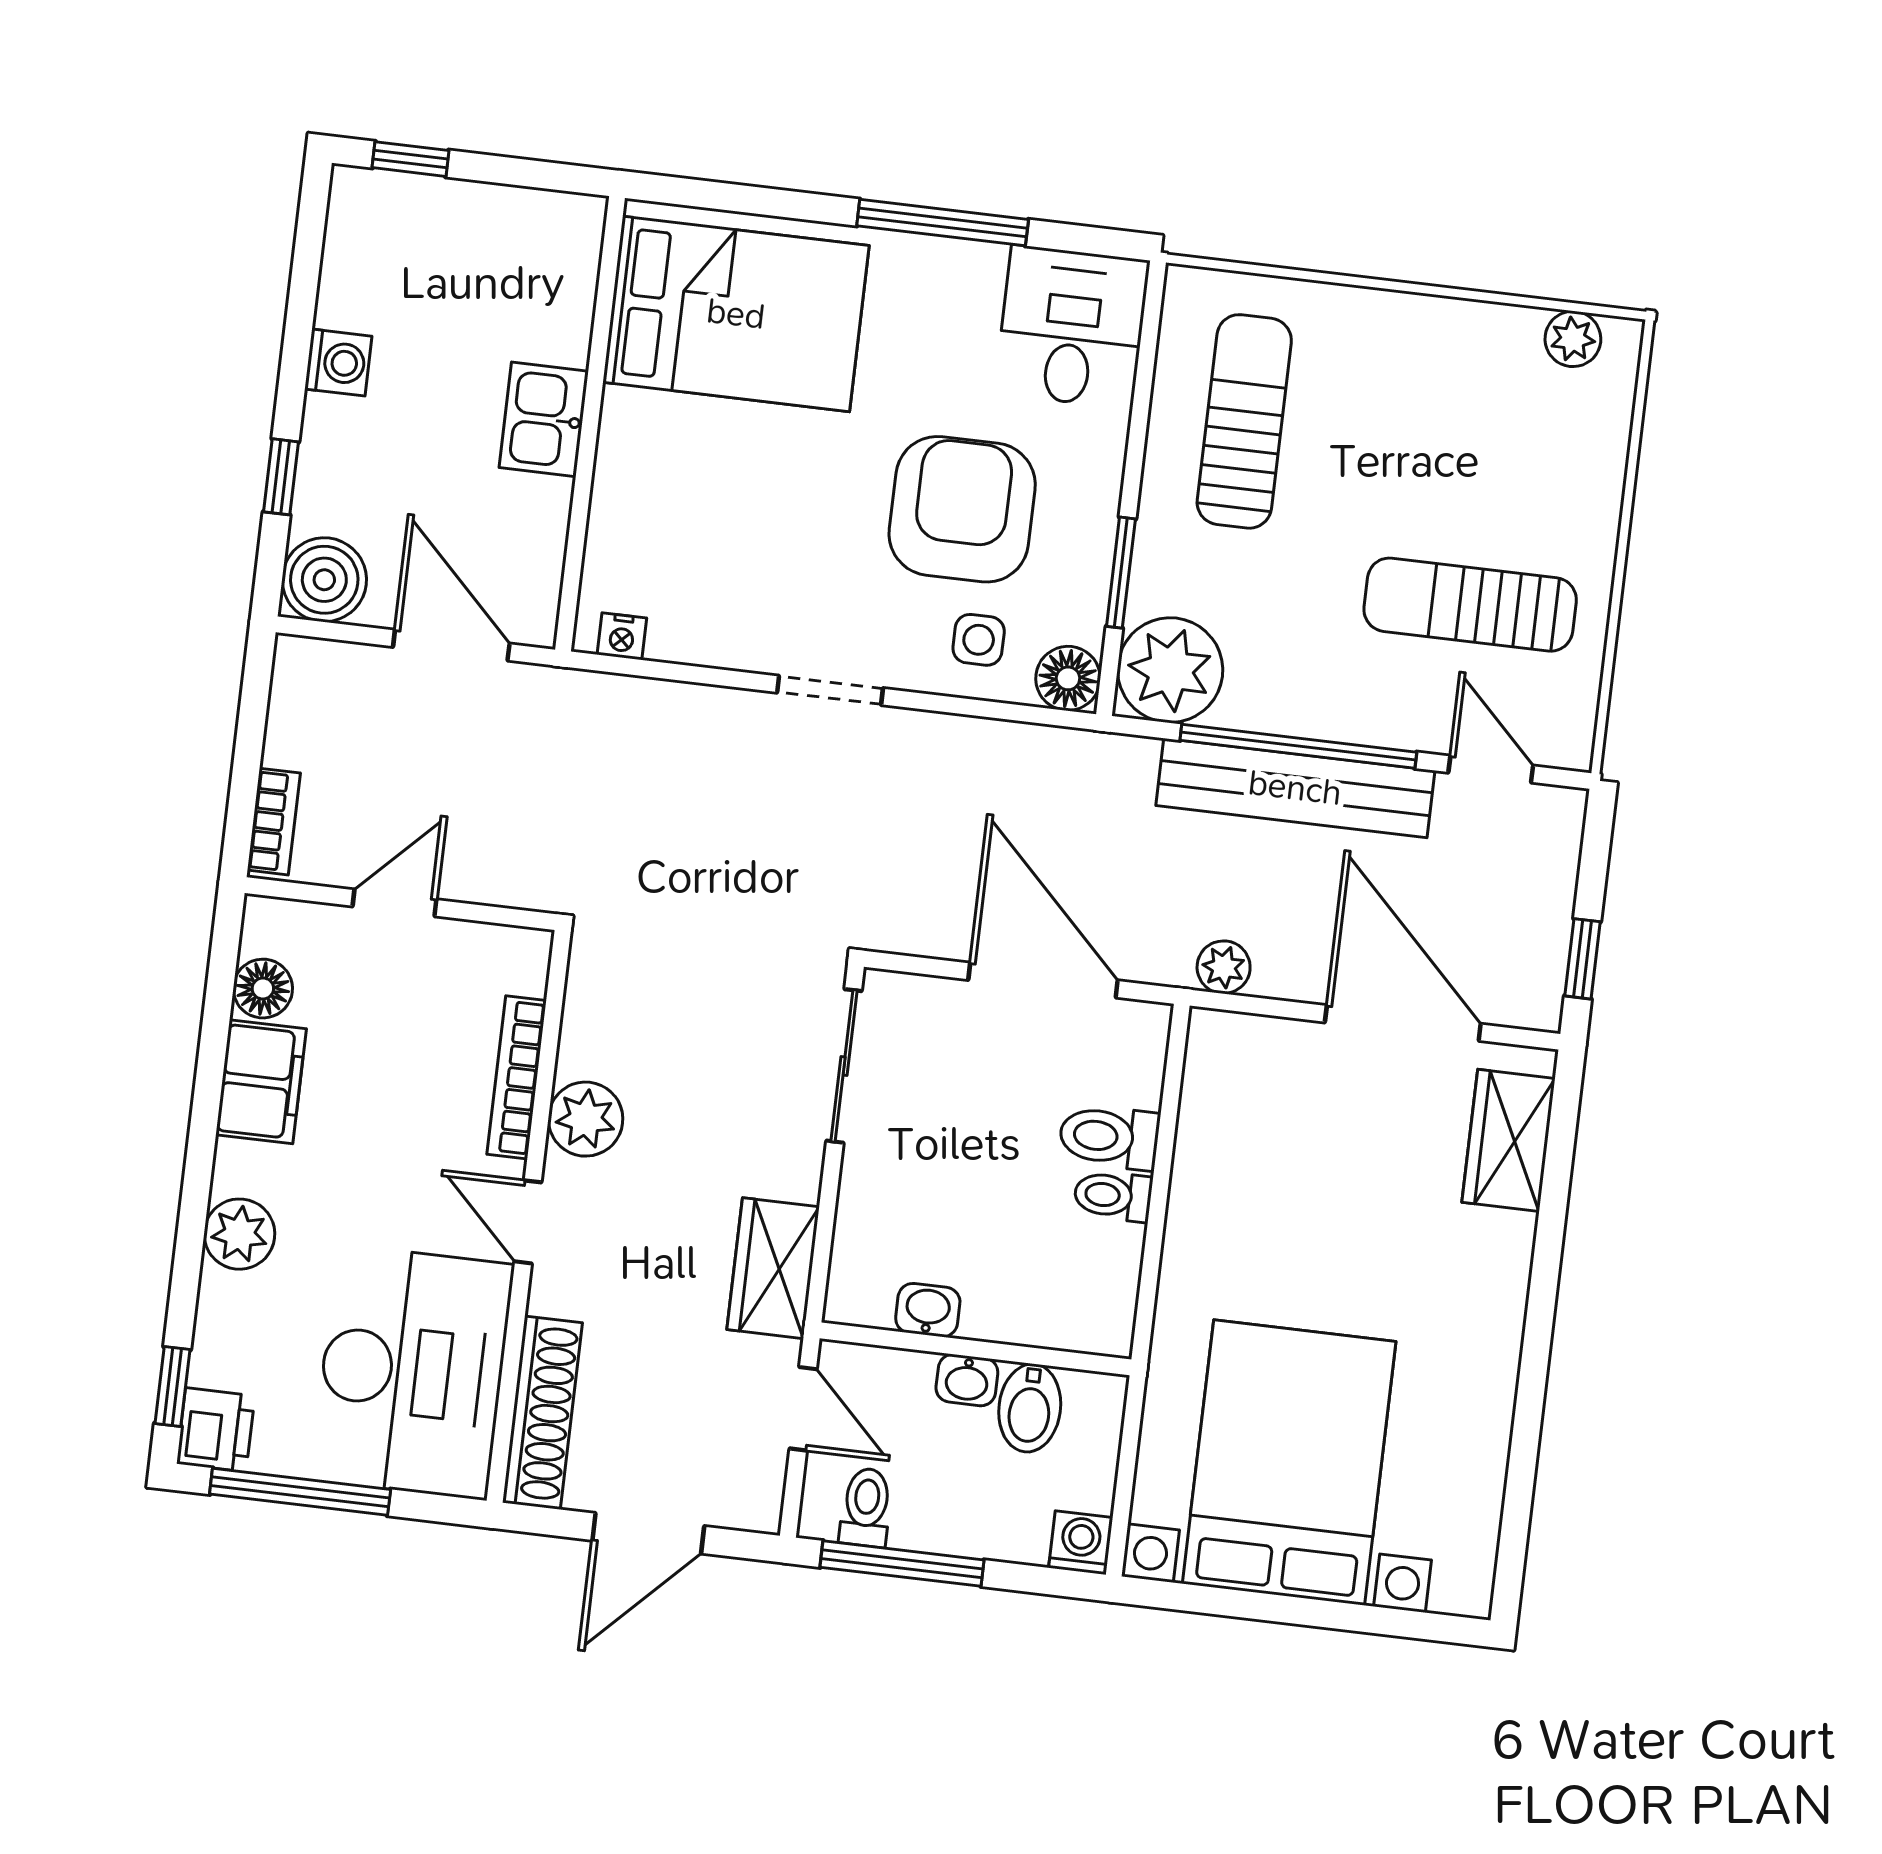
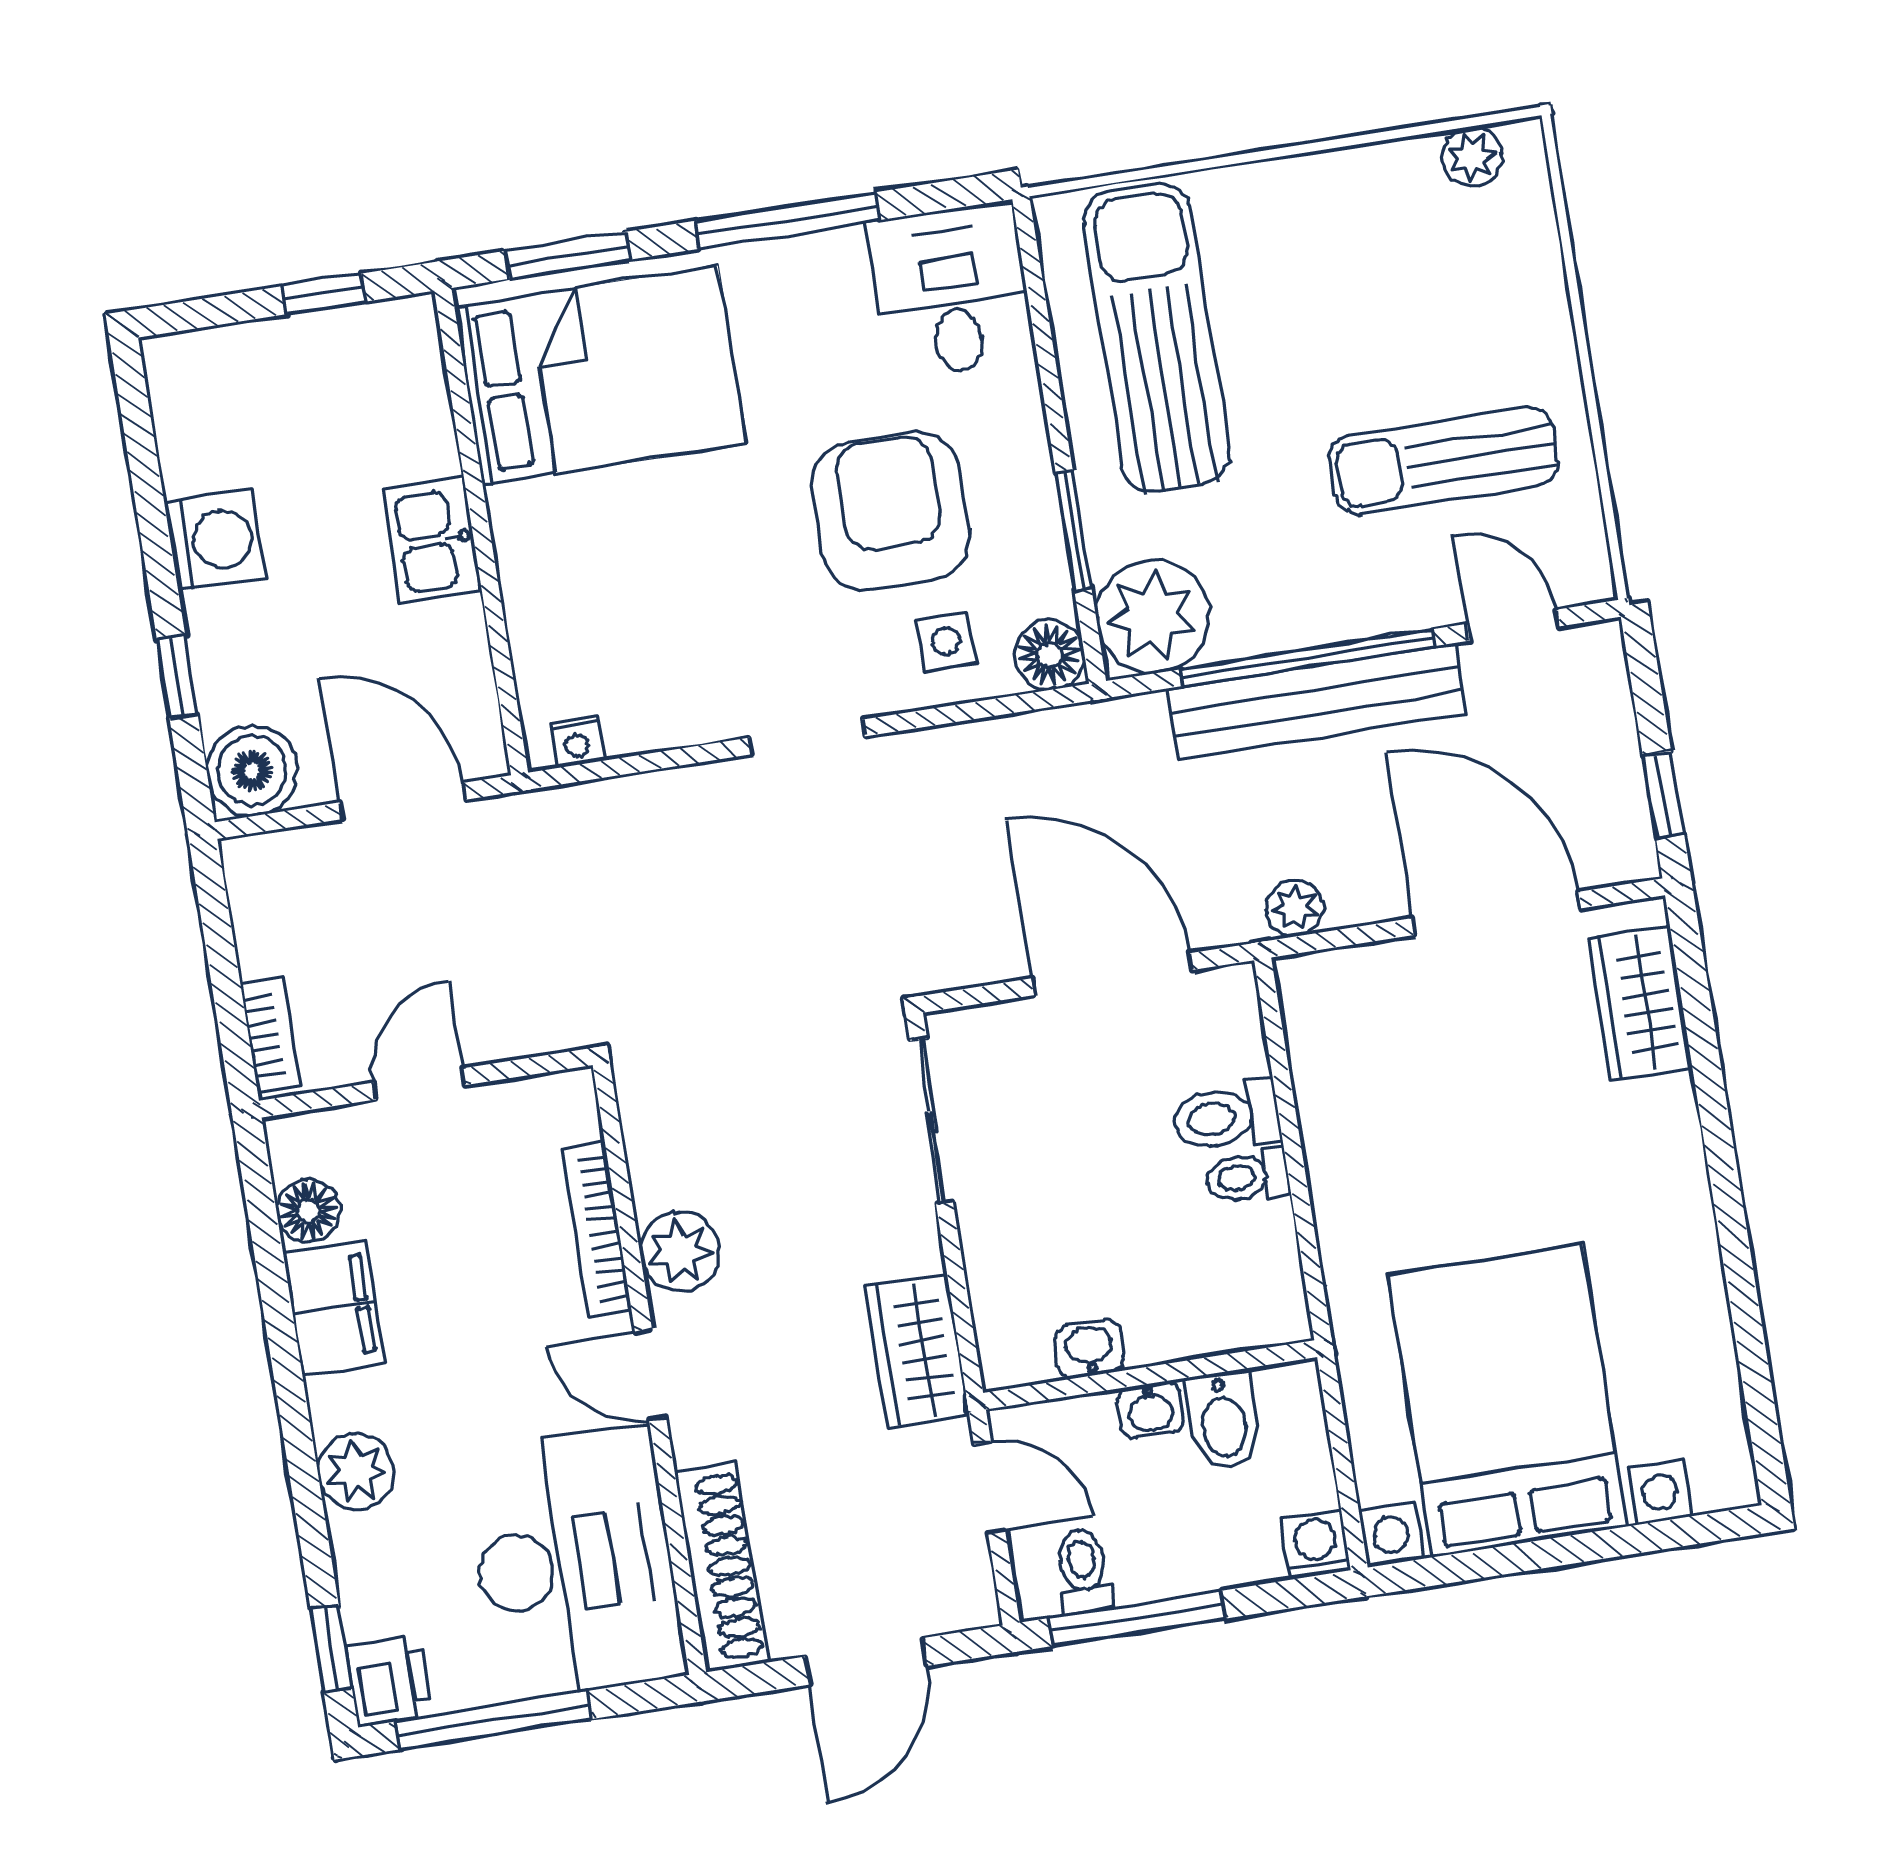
window: (410, 159) -> (324, 294), moved
window: (737, 198) -> (568, 255), added
washing machine: (338, 363) -> (215, 540), width x1.38, depth x1.38
sun lounger: (1244, 421) -> (1157, 338), width x1.36, depth x1.34

